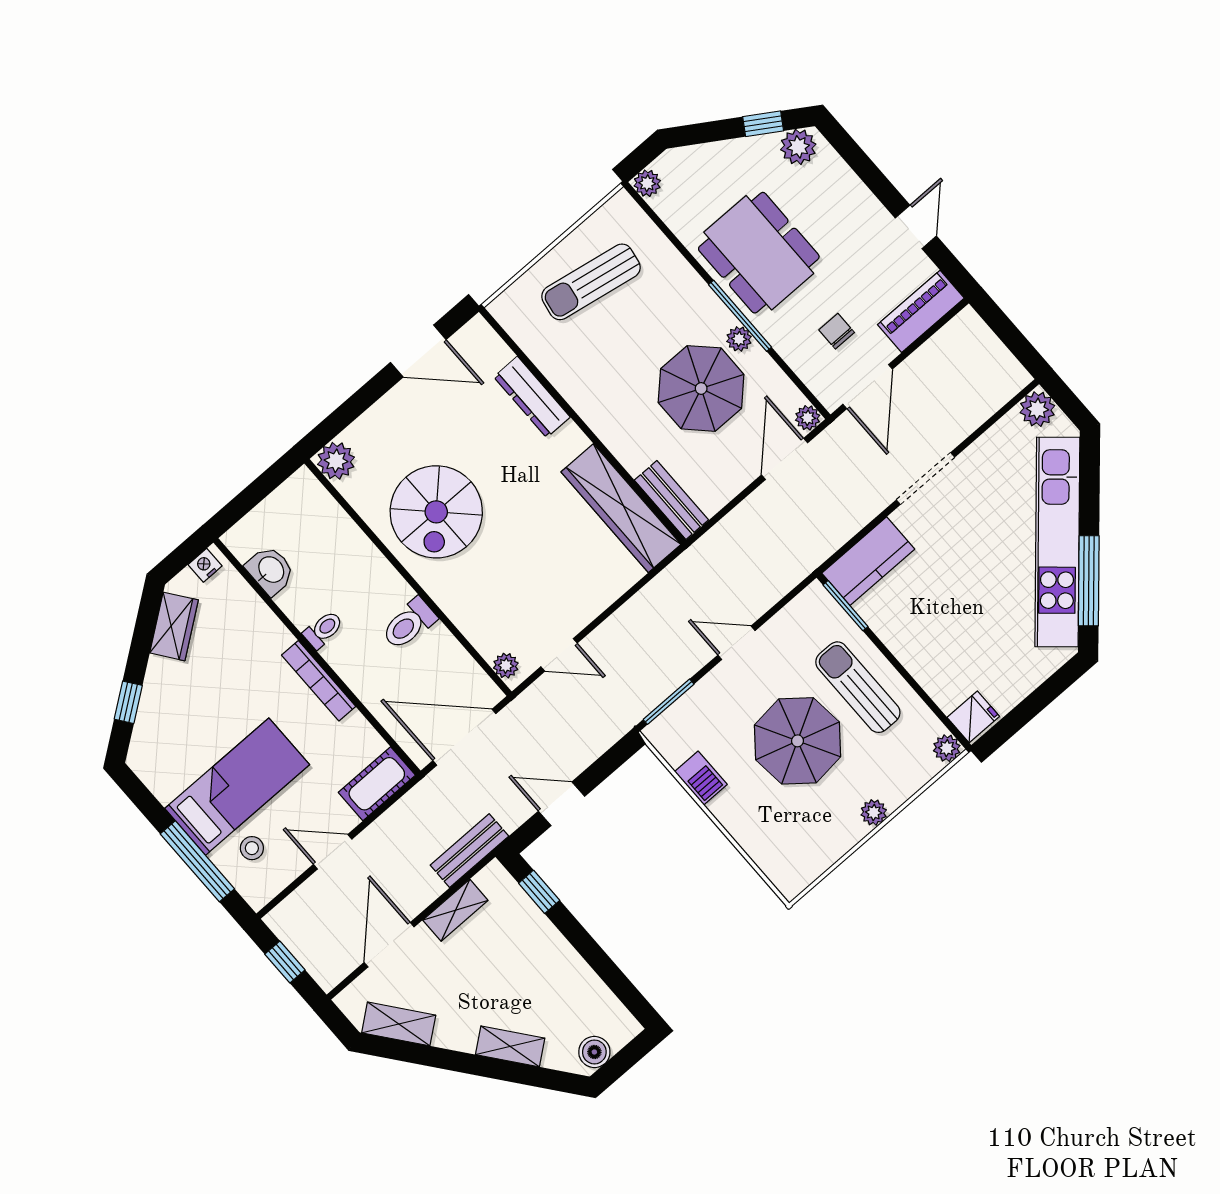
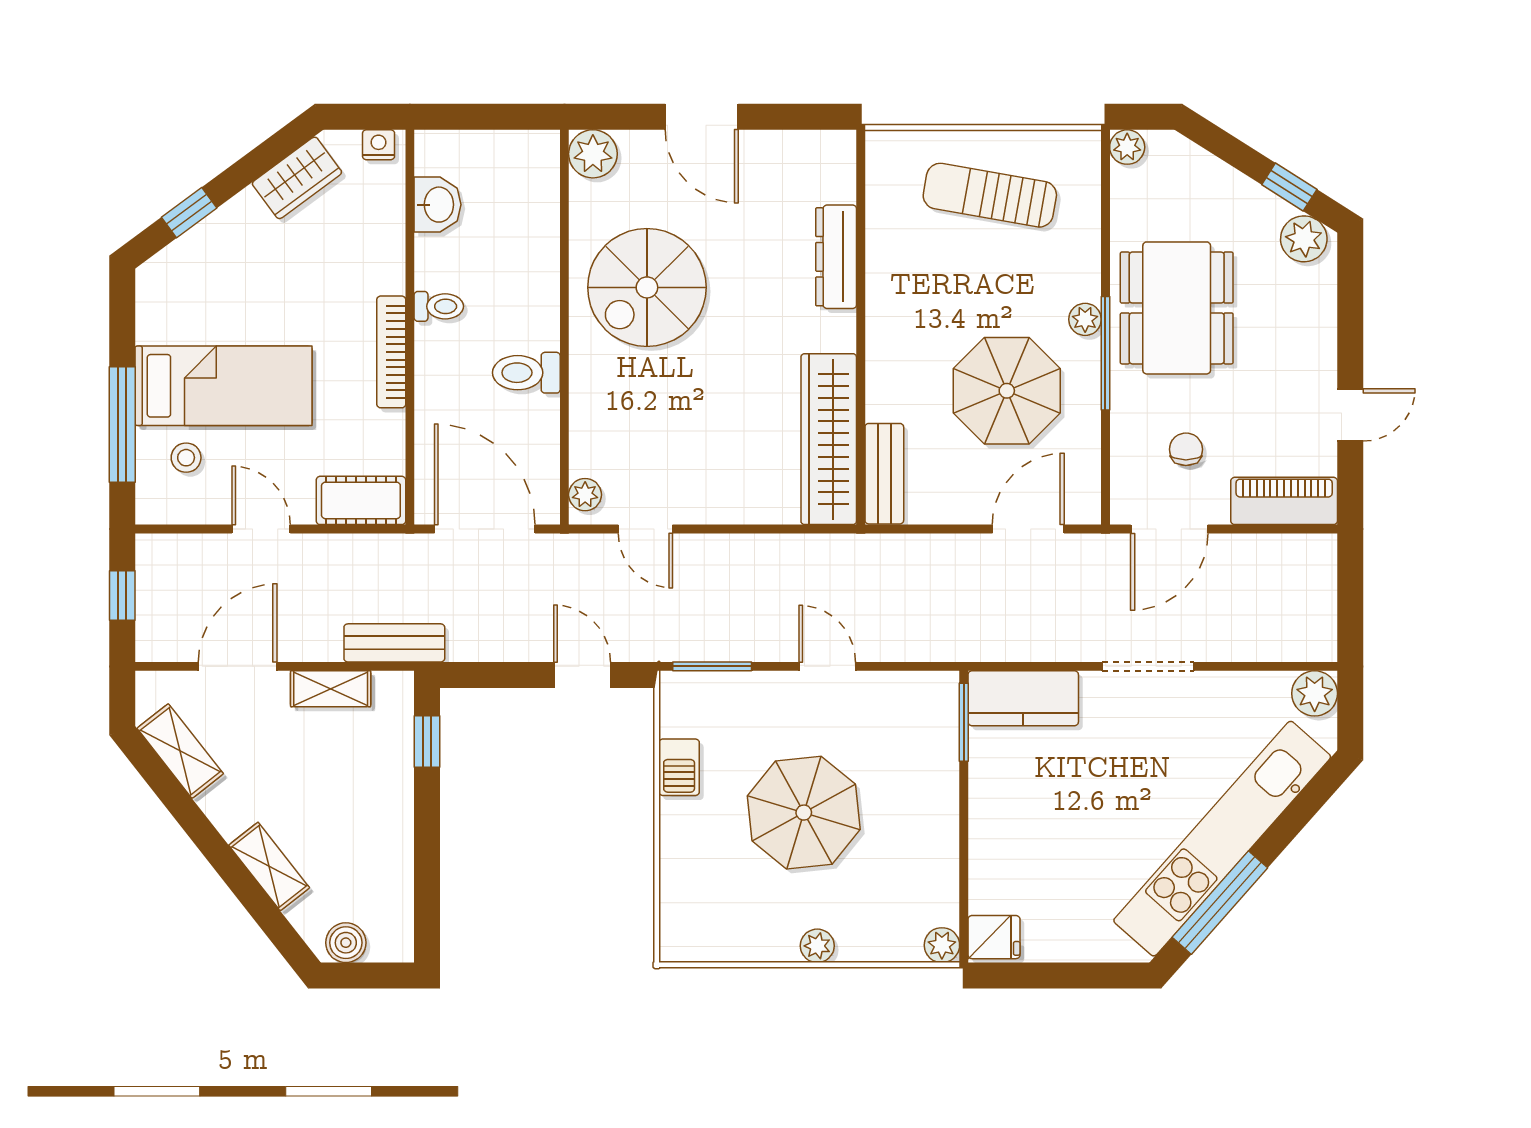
plant: (739, 339) -> (1085, 319), moved
door: (418, 351) -> (702, 117), moved
plant: (808, 418) -> (1085, 509), removed
sun lounger: (858, 687) -> (907, 811), removed
door: (562, 804) -> (582, 675), moved

